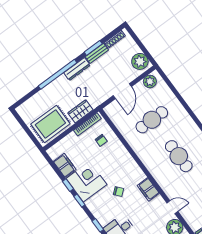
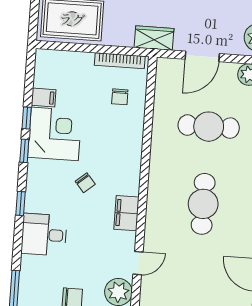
wardrobe: (80, 111) -> (154, 38), moved
filing cabinet: (65, 165) -> (44, 97), width x0.50
door: (172, 207) -> (138, 263), hinge flipped

